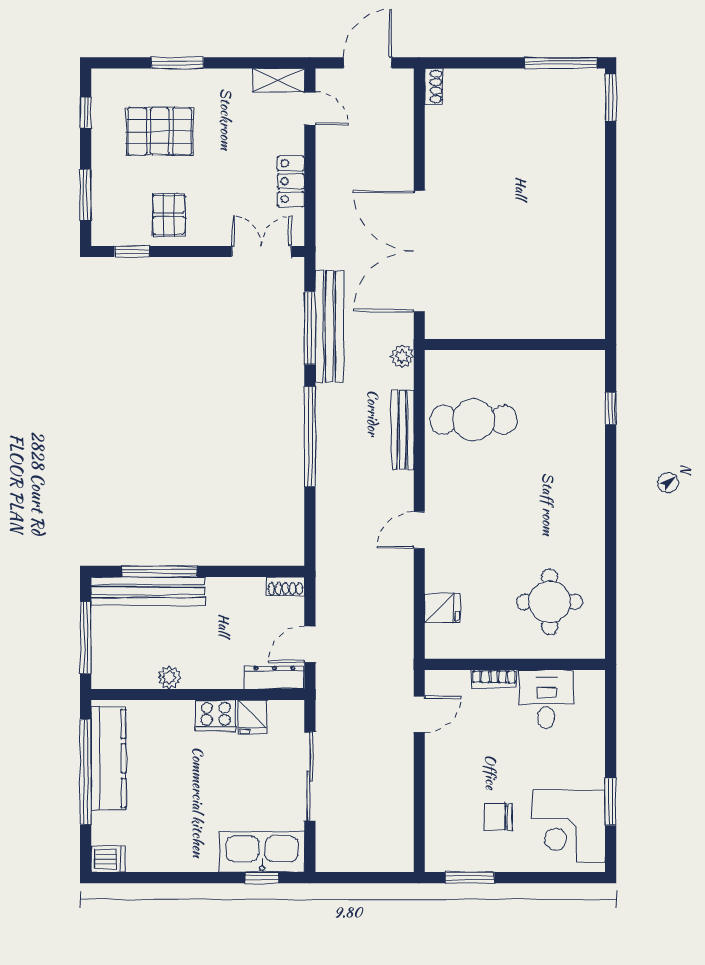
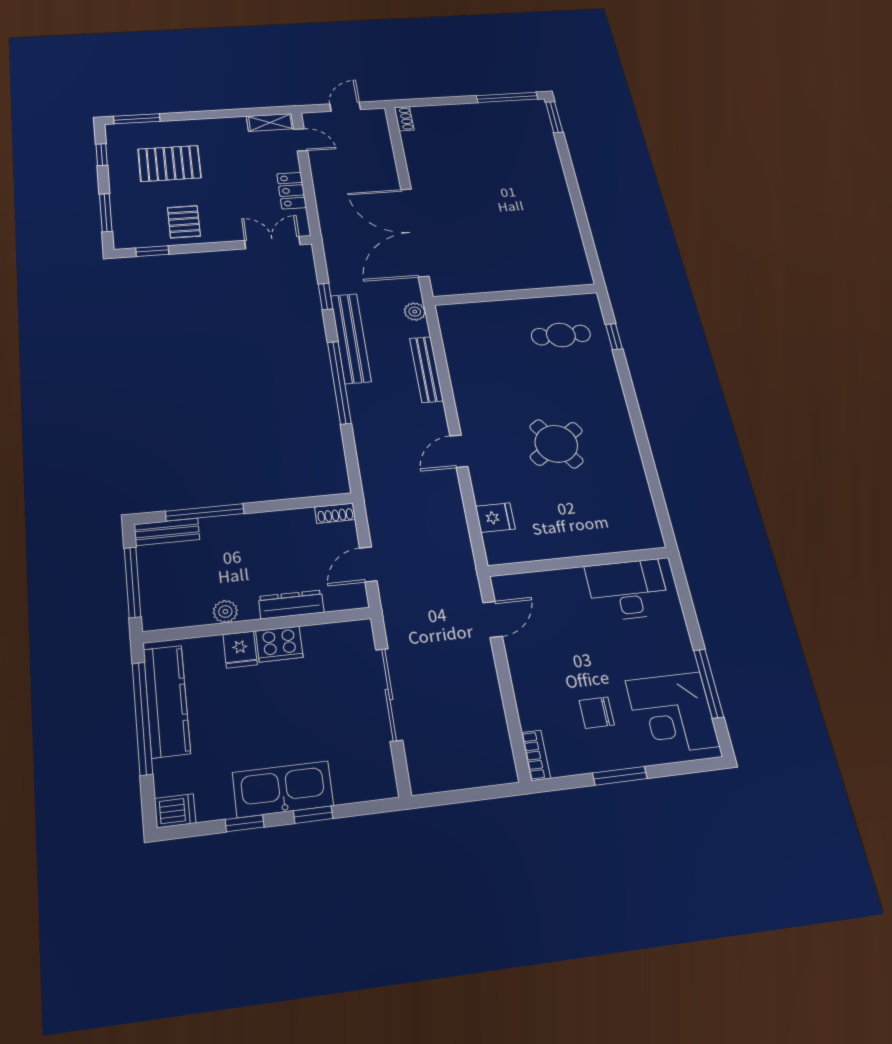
window: (177, 63) -> (137, 119), moved
door: (368, 63) -> (345, 107), width x0.73
bench: (329, 326) -> (351, 338), moved
window: (310, 328) -> (326, 297), width x0.46
cafe table: (474, 420) -> (561, 335), moved, width x0.73, depth x0.74
bench: (148, 591) -> (167, 532), width x0.54, depth x0.82
round table: (549, 602) -> (556, 444), moved, turned -34
dresser: (275, 677) -> (291, 604), moved
bookcase: (494, 679) -> (536, 755), moved, turned -90
desk: (546, 699) -> (628, 590), width x1.37
fridge: (252, 717) -> (240, 650), moved
window: (611, 802) -> (709, 683), width x1.44
kitchen sink: (262, 852) -> (283, 789), moved
window: (167, 878) -> (245, 823), added
window: (262, 878) -> (313, 815), moved
window: (470, 878) -> (620, 776), moved

